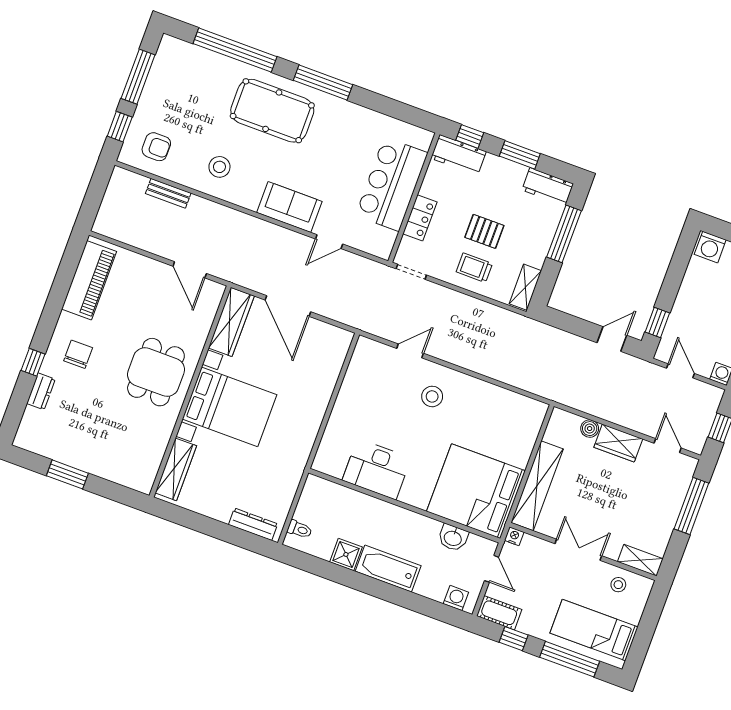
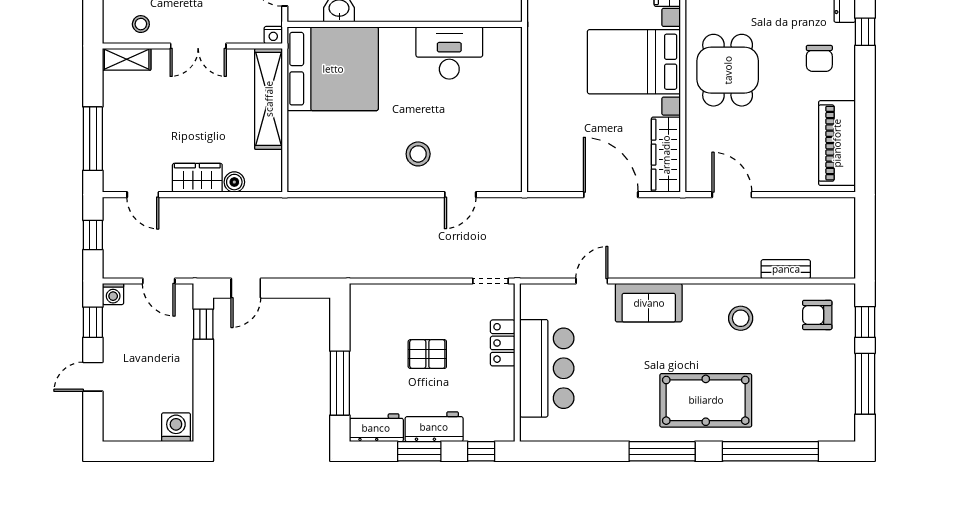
workbench: (458, 155) -> (434, 427), moved
trolley: (474, 268) -> (424, 311), removed
shelving: (525, 287) -> (361, 310), removed

